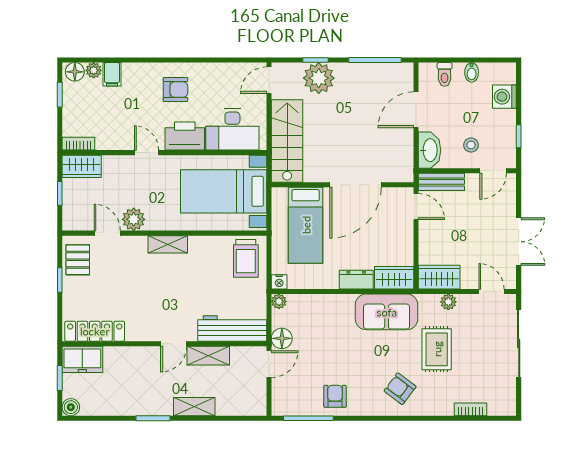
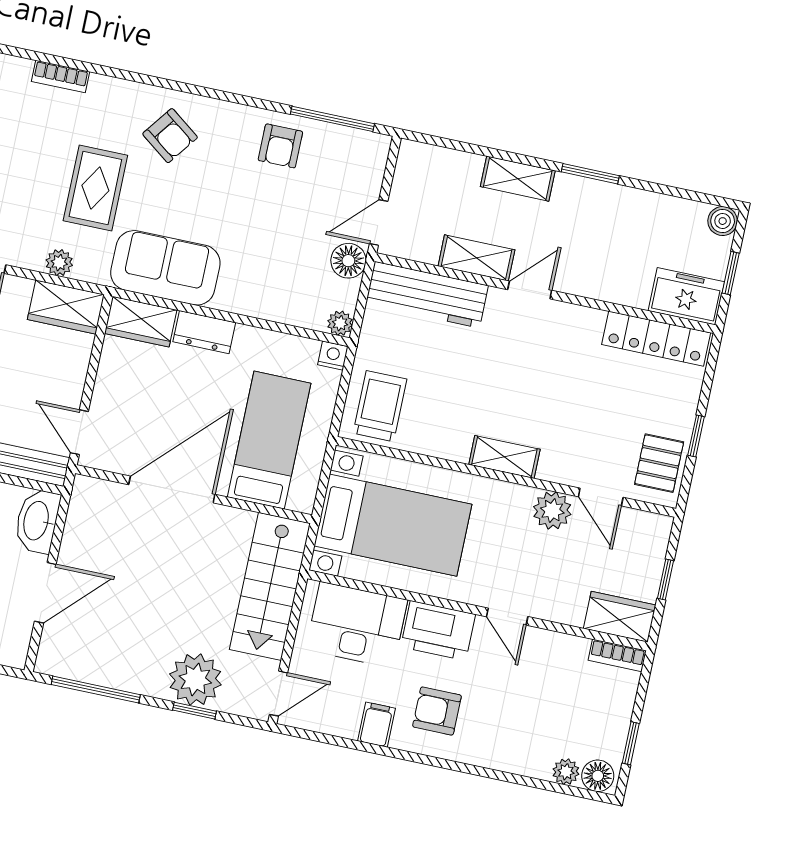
filing cabinet: (112, 74) -> (376, 725), moved

